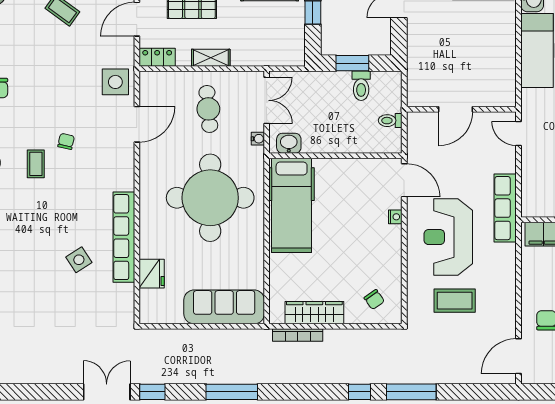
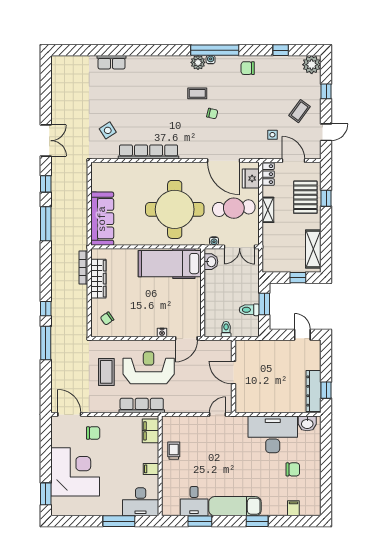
side table: (115, 82) -> (272, 135), moved, width x0.54, depth x0.54
cafe table: (208, 109) -> (234, 208), width x1.37, depth x1.35
door: (137, 124) -> (224, 161), width x1.36
row of seats: (505, 208) -> (142, 406), moved
side table: (79, 260) -> (108, 130), moved
fridge: (152, 274) -> (251, 178), moved, turned 90
window: (152, 392) -> (46, 184), moved

